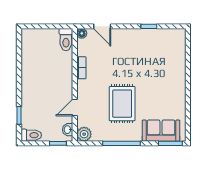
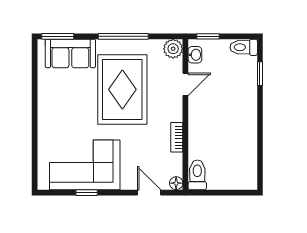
corner sofa: (150, 47) -> (85, 165), added
rug: (122, 104) -> (122, 89), width x1.37, depth x1.44

